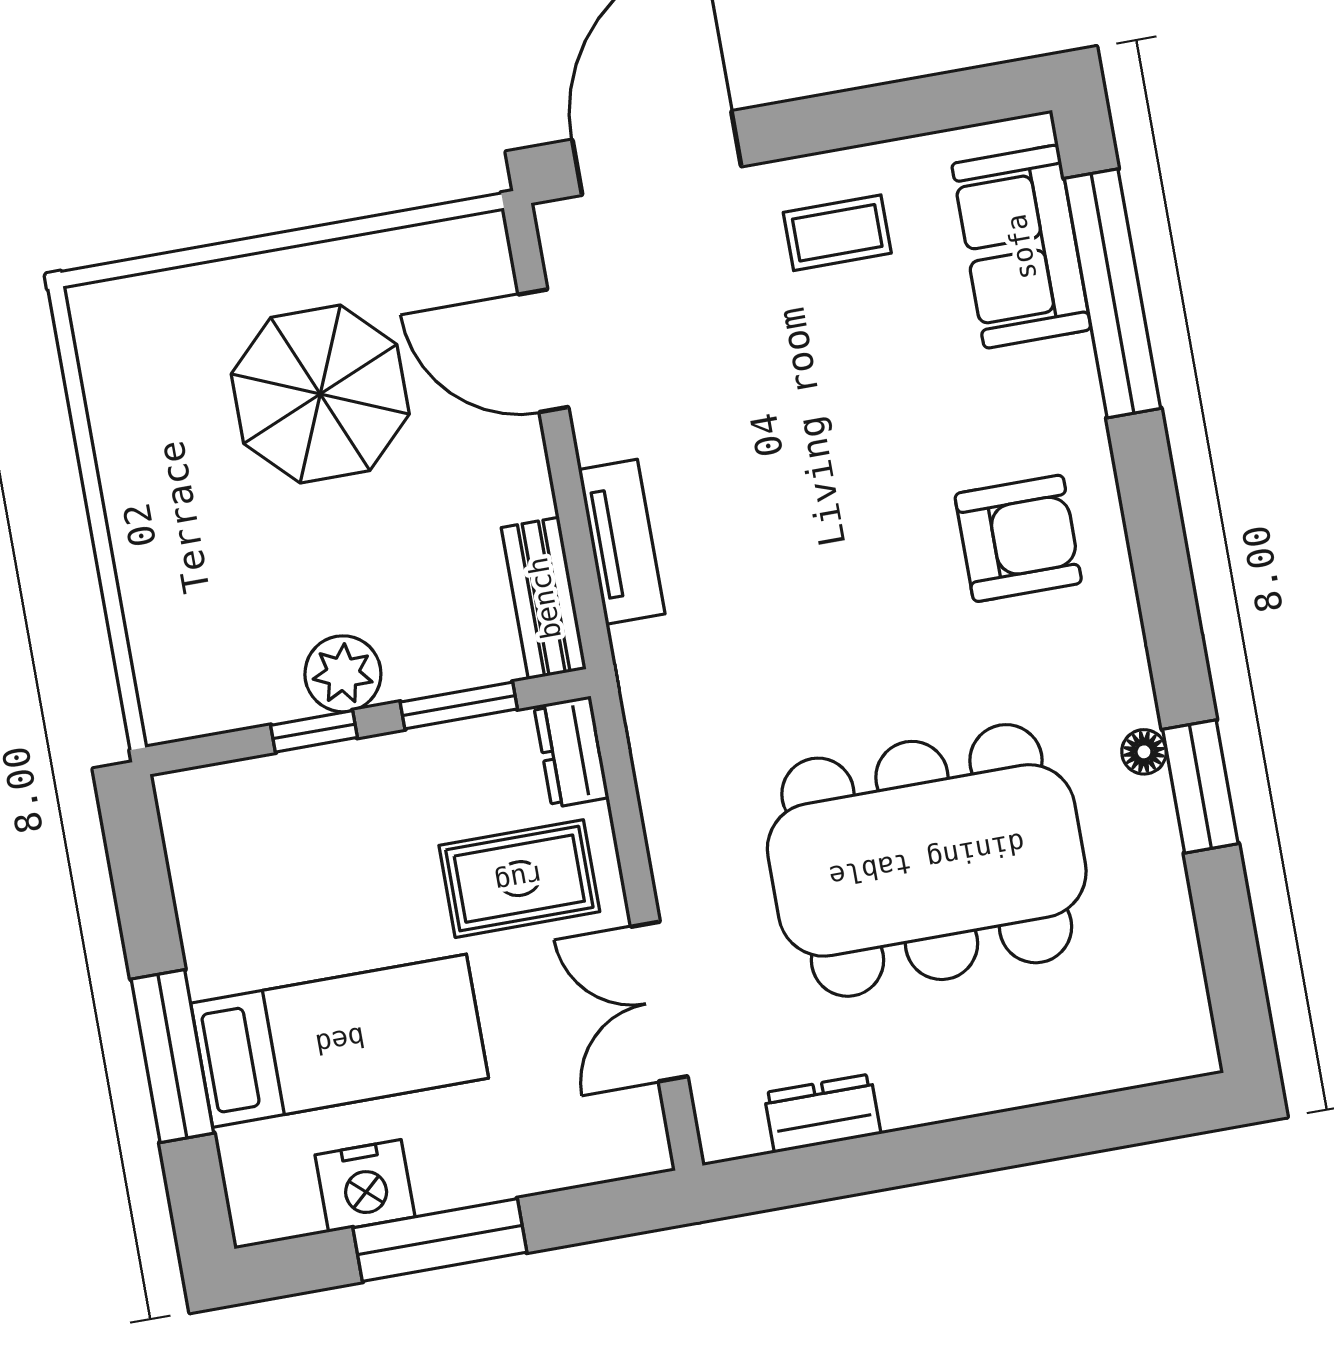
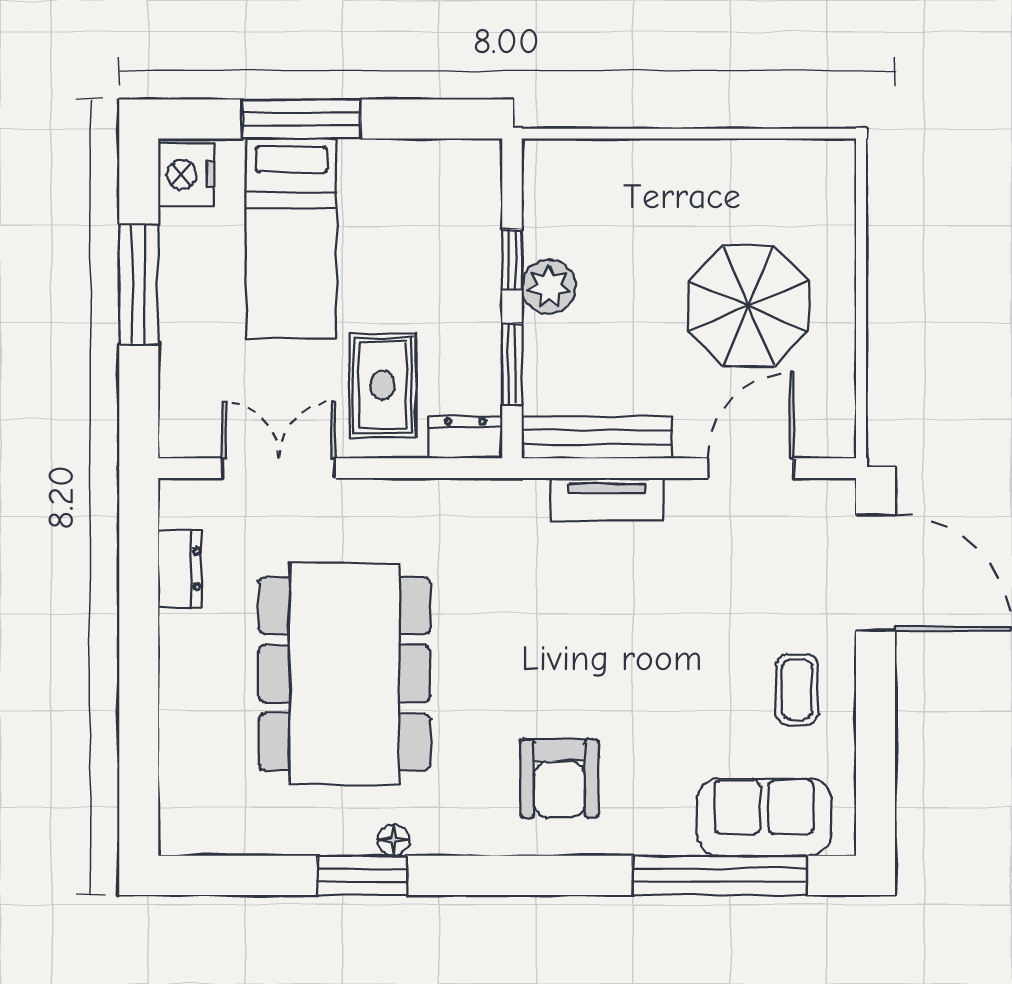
bench: (544, 598) -> (597, 437), width x1.36
nightstand: (365, 1186) -> (186, 175), moved

